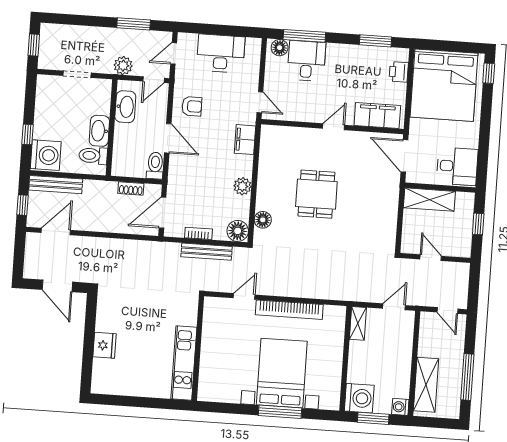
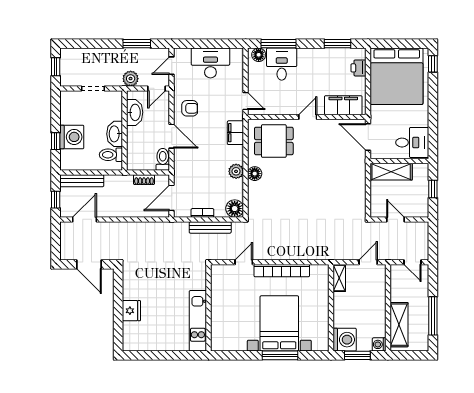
washing machine: (46, 155) -> (72, 137), moved
dining table: (316, 194) -> (274, 141), moved, turned 90
floor lamp: (263, 220) -> (255, 174), moved

